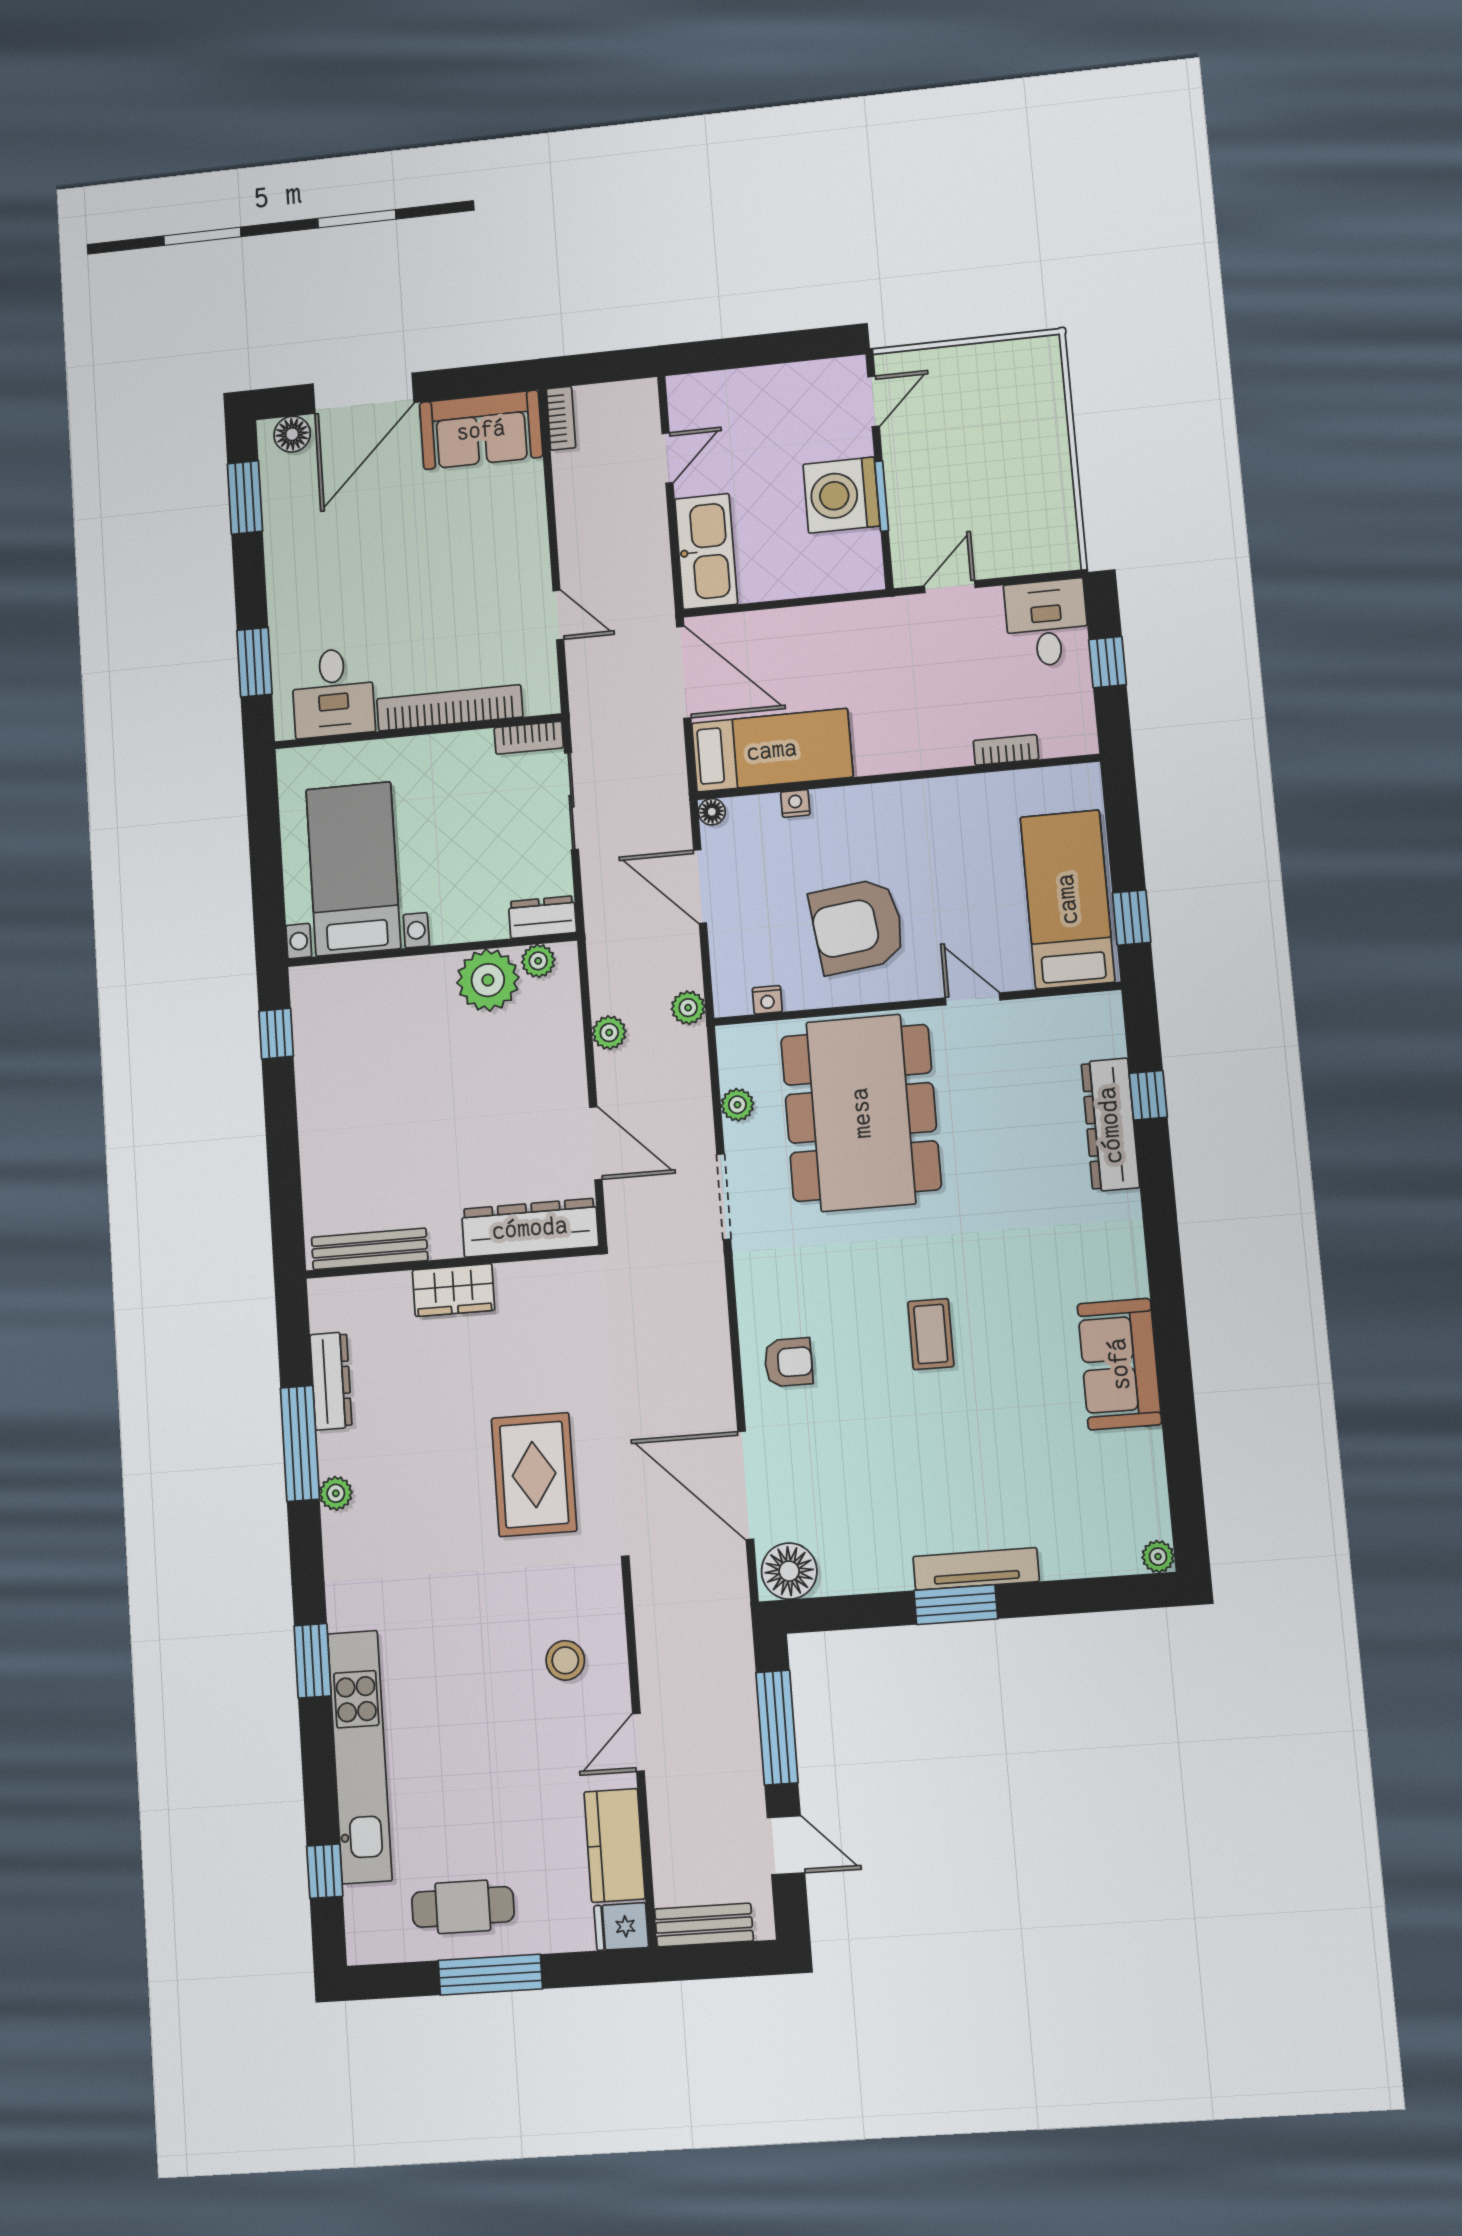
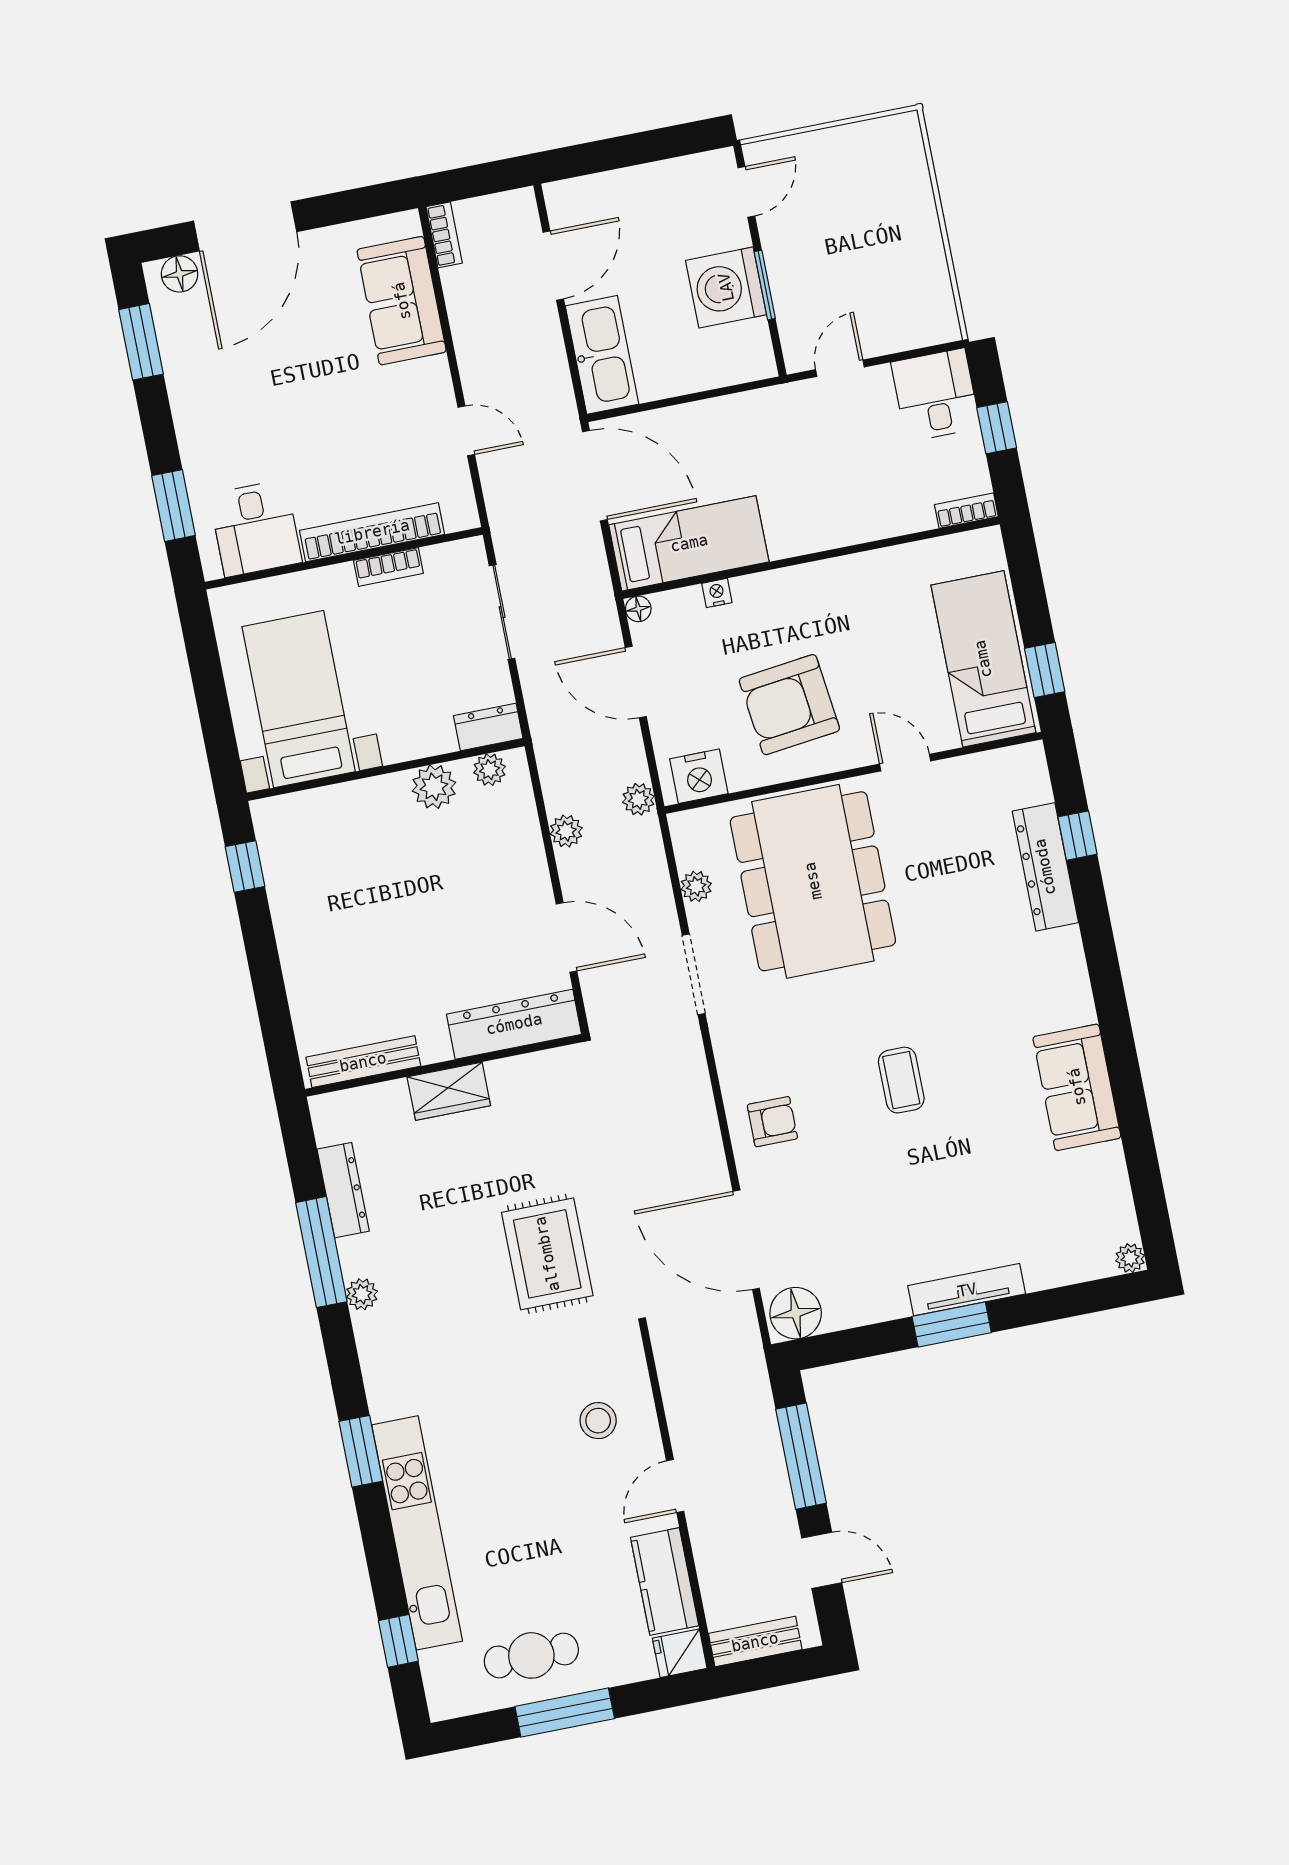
sofa: (481, 430) -> (402, 301), moved, turned 90
door: (667, 458) -> (553, 266), width x1.38
bookcase: (529, 738) -> (388, 567), moved
bookcase: (1006, 750) -> (966, 511), moved
plant: (488, 980) -> (434, 787), width x0.73, depth x0.73
nightstand: (767, 1000) -> (699, 776), width x1.89, depth x1.79

